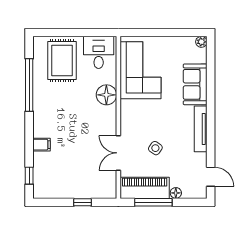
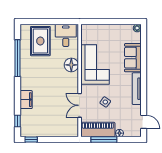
corner sofa: (141, 70) -> (95, 65), moved
filing cabinet: (41, 145) -> (26, 100), width x2.00
window: (83, 202) -> (31, 140), moved

